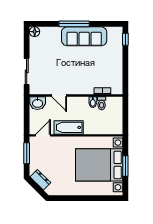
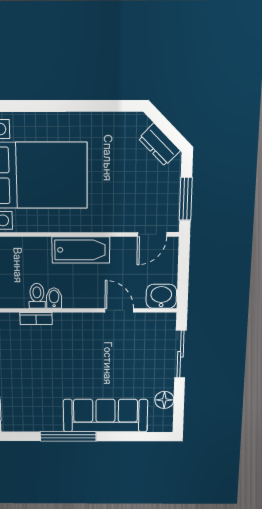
window: (74, 24) -> (68, 436), moved
floor lamp: (35, 32) -> (164, 400), moved
sofa: (84, 36) -> (105, 416), moved
bathtub: (69, 127) -> (81, 250), moved

